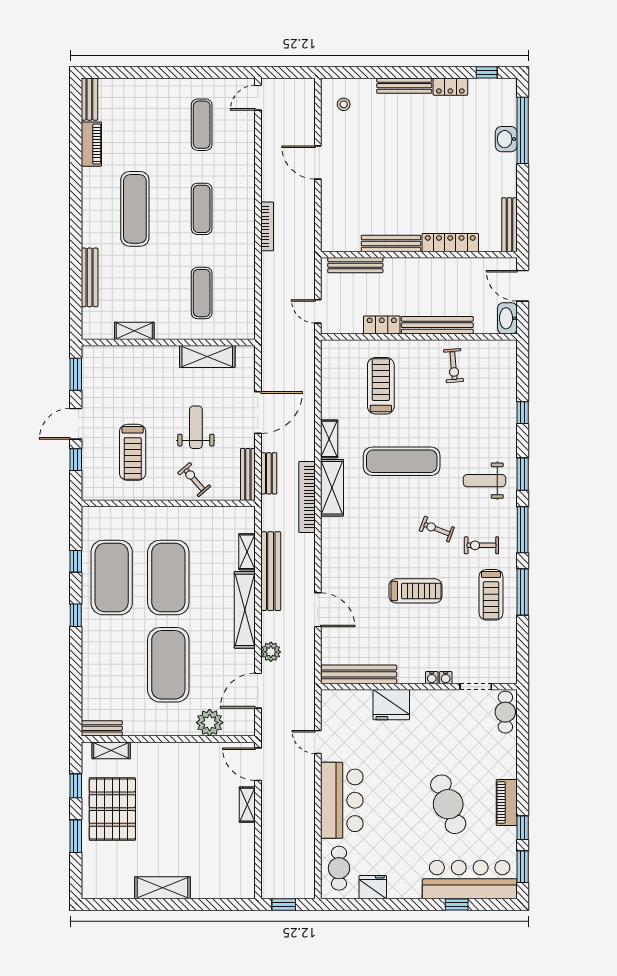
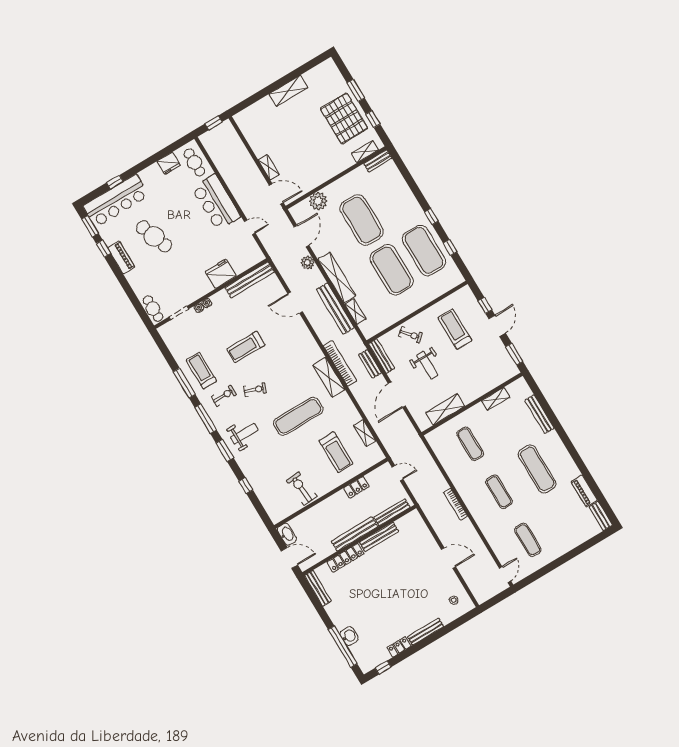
bench: (437, 325) -> (355, 534), moved
exercise bike: (453, 366) -> (301, 489), width x1.38, depth x1.39
shelving: (329, 439) -> (365, 433), moved

